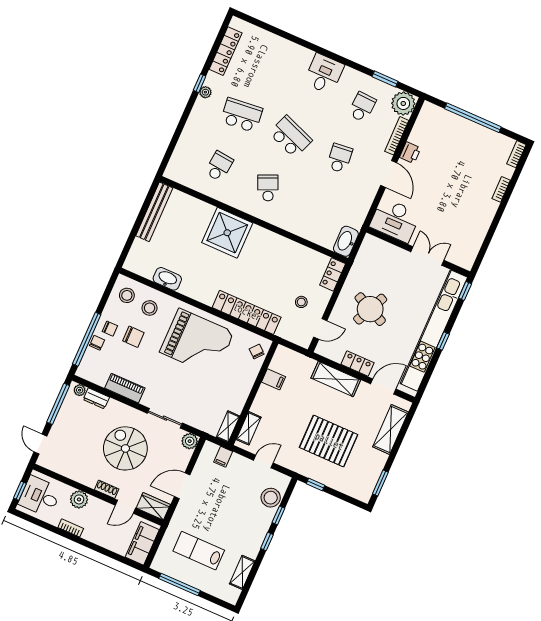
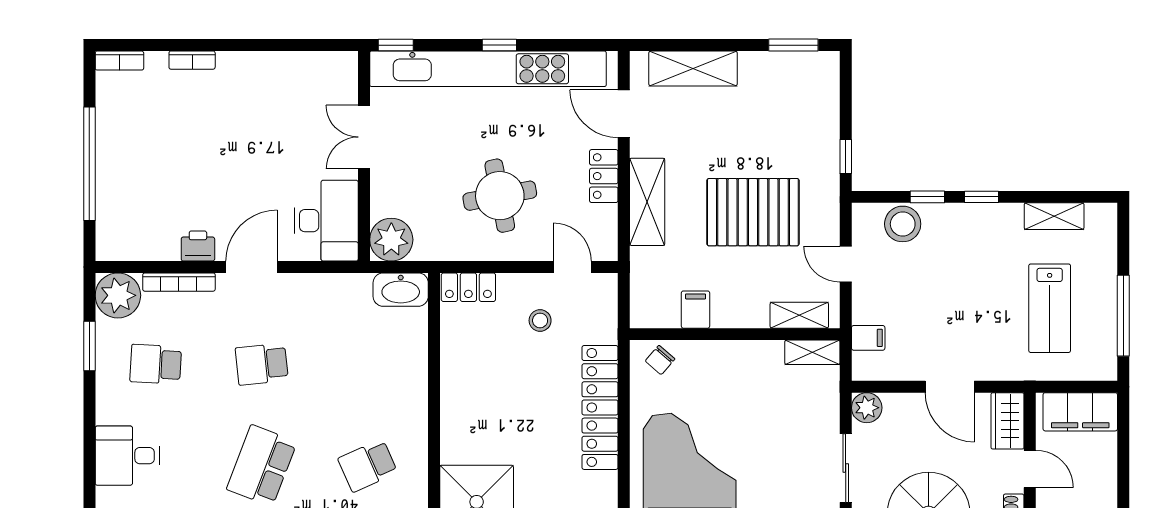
plant: (372, 247) -> (391, 240), added
round table: (370, 309) -> (500, 196), turned -36
pallet: (329, 441) -> (753, 212), moved, turned 90

